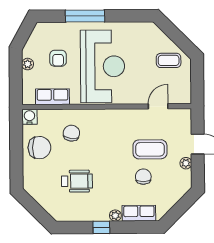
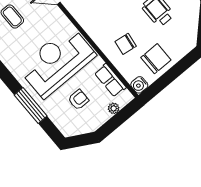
plant: (28, 64) -> (114, 108), moved
chair: (39, 148) -> (156, 59), turned 90

